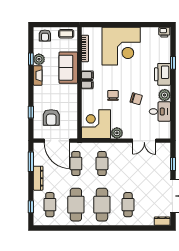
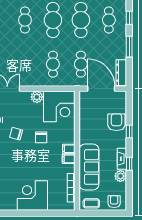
corner desk: (121, 46) -> (32, 195), width x0.74, depth x0.74
window: (31, 59) -> (129, 164), moved
sofa: (68, 68) -> (89, 167), width x1.36
window: (31, 112) -> (129, 131), moved
armchair: (51, 117) -> (116, 122), moved
window: (31, 162) -> (129, 47), moved
dresser: (38, 178) -> (121, 73), moved

